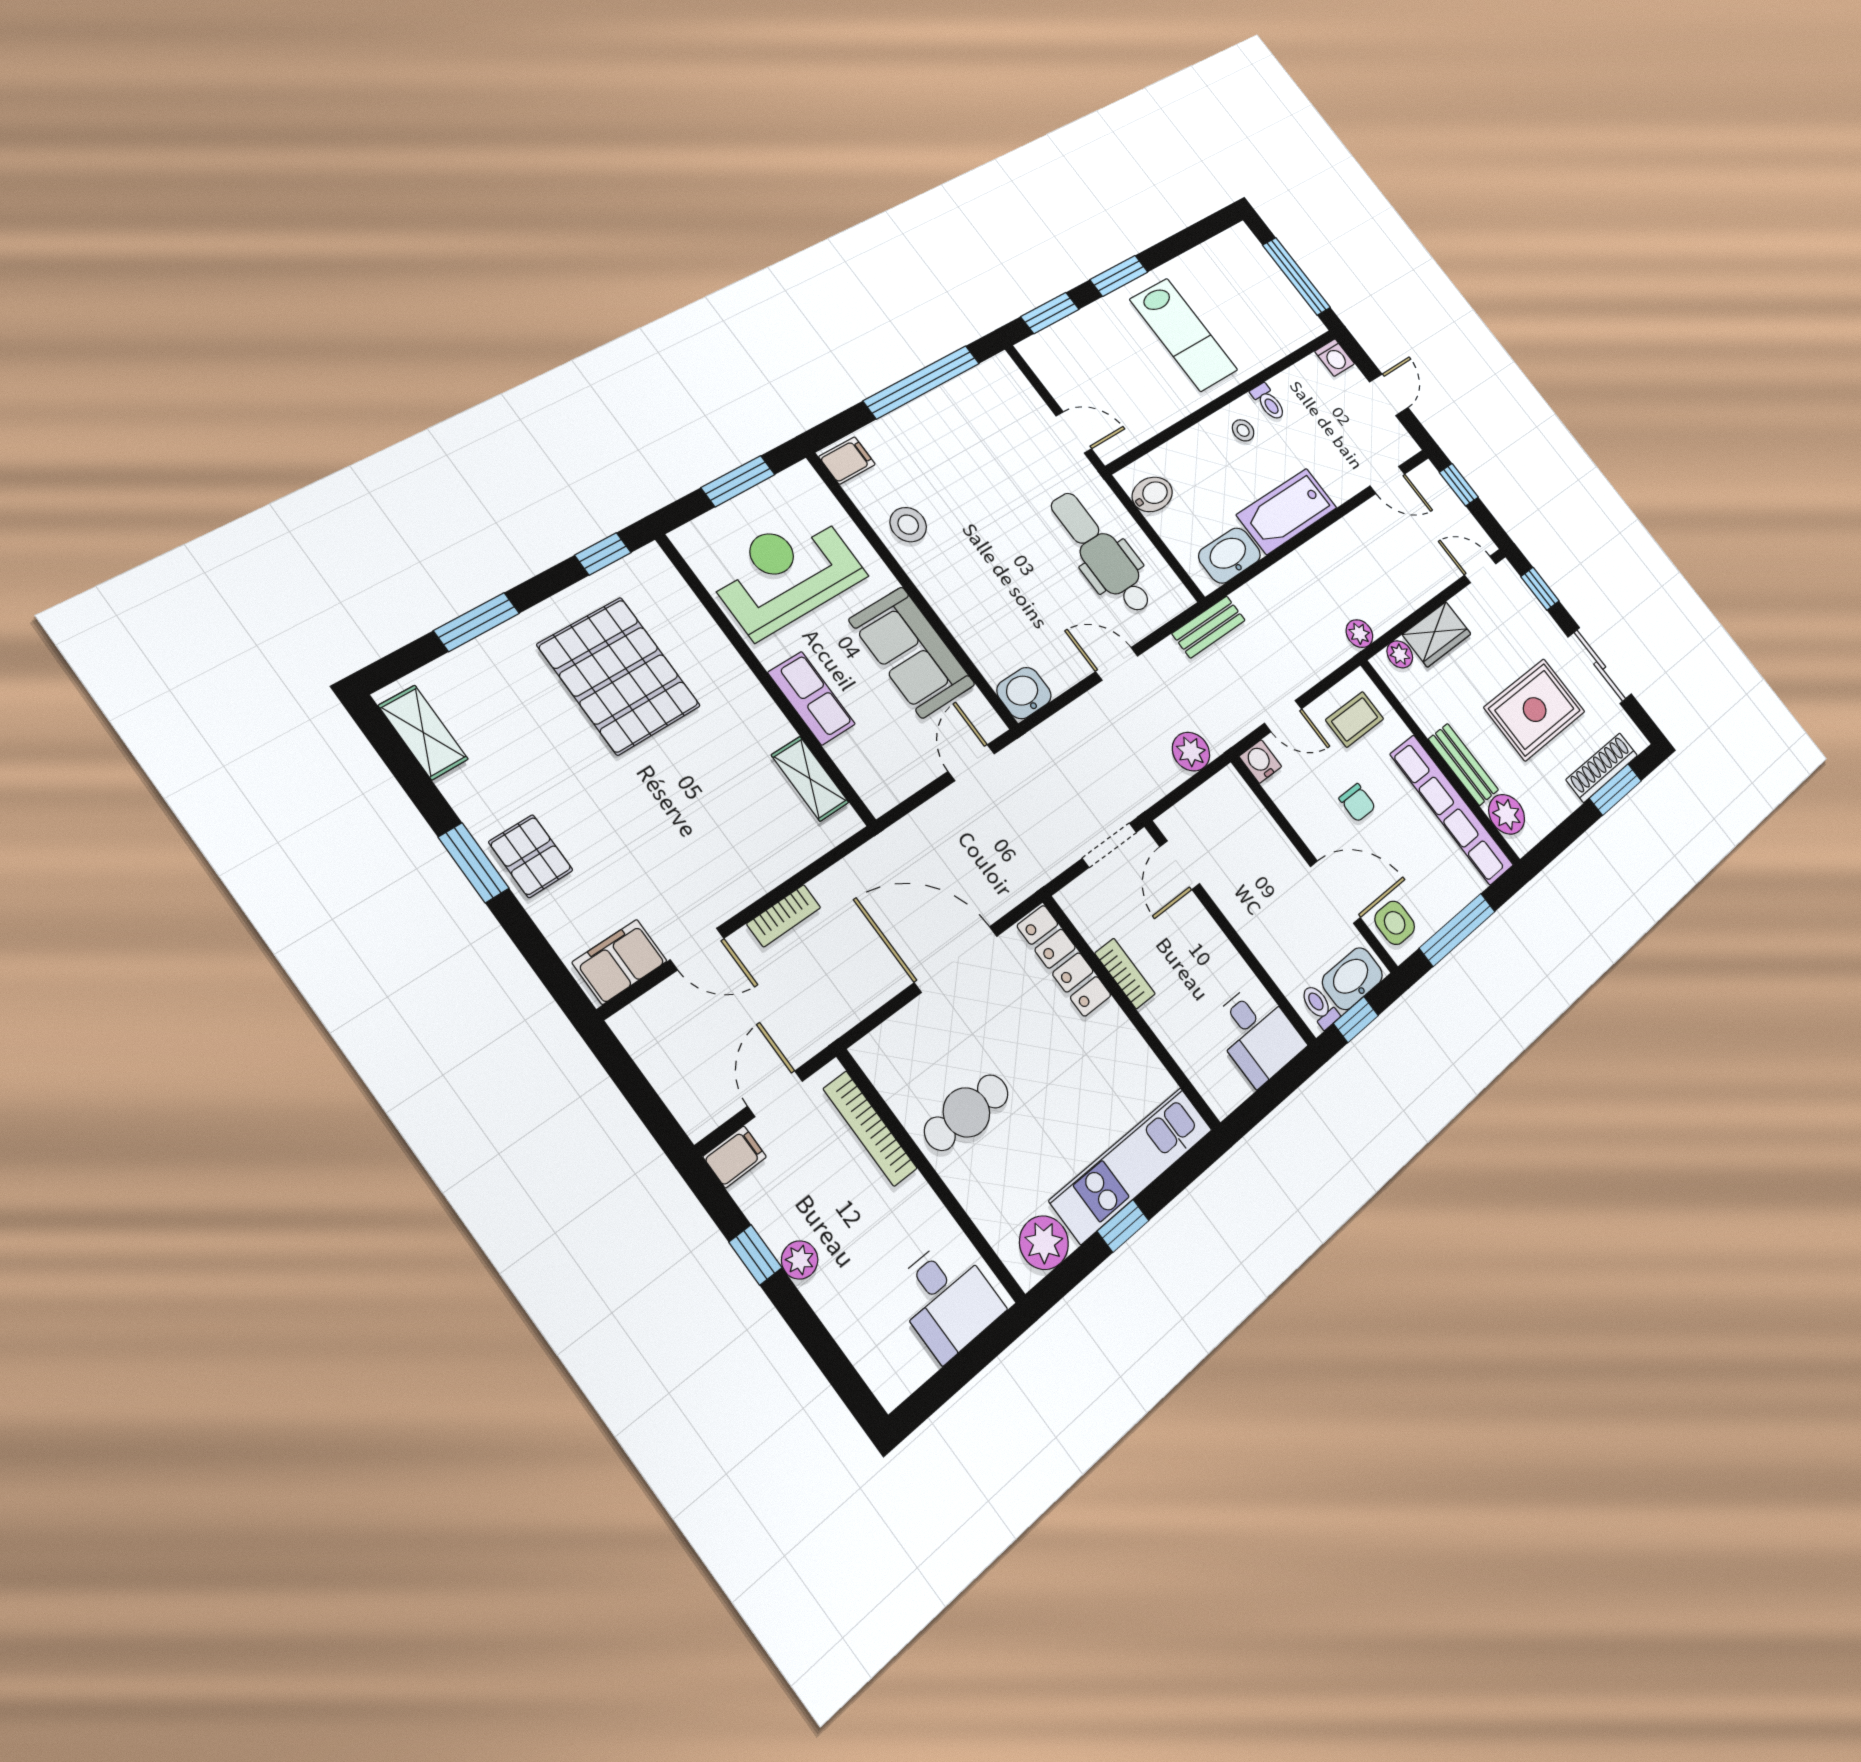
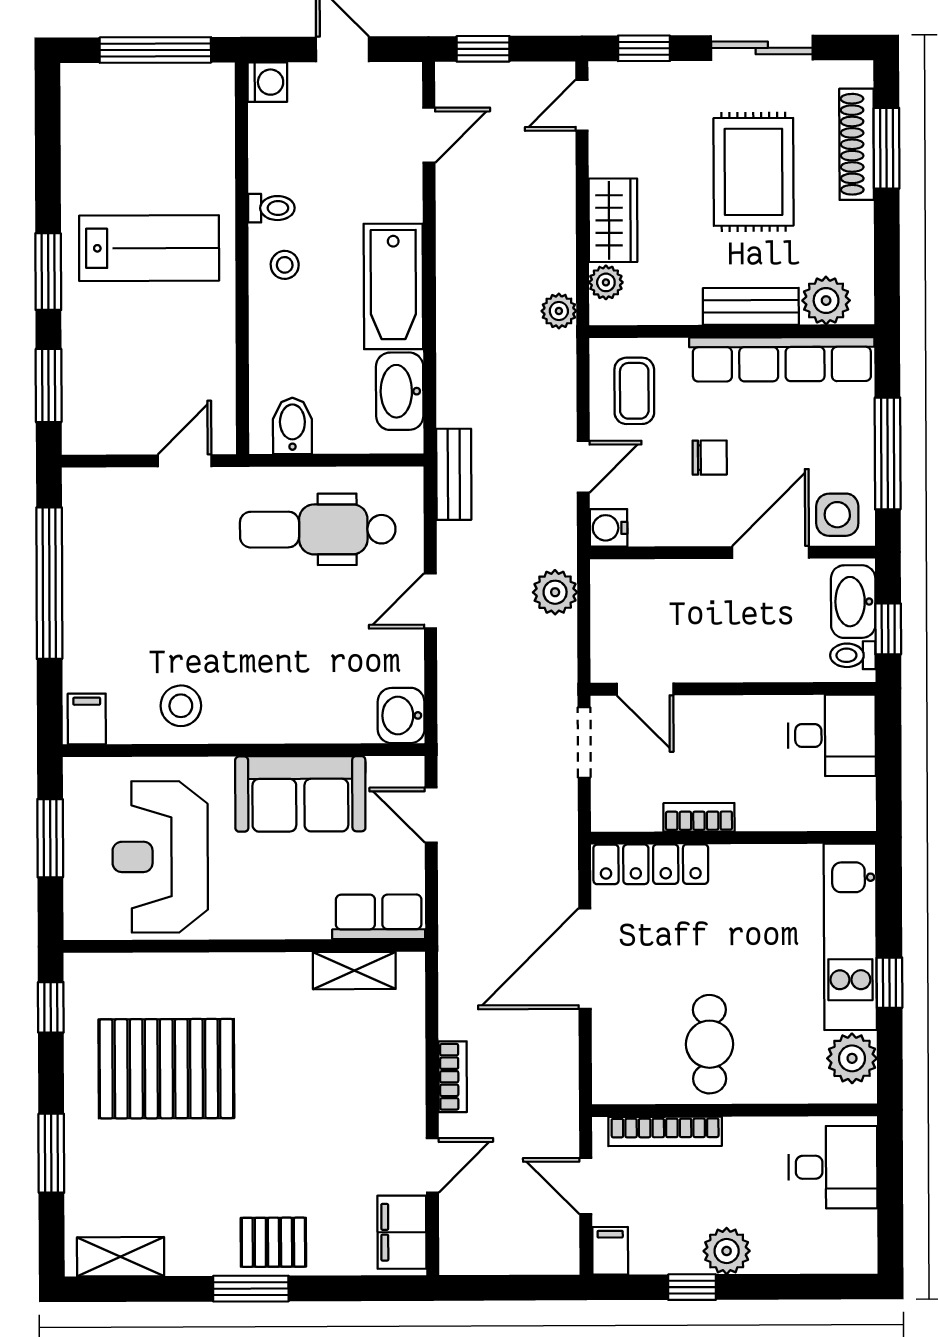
row of seats: (812, 698) -> (379, 917), moved
plant: (800, 1260) -> (727, 1251), width x1.38, depth x1.38

